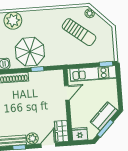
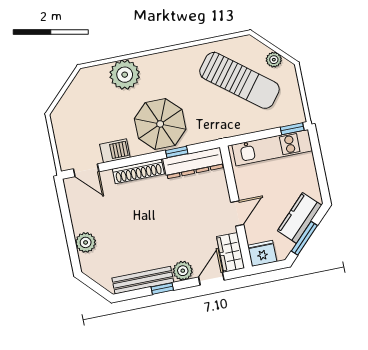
plant: (90, 13) -> (274, 60), moved
sun lounger: (79, 32) -> (239, 80), width x1.36, depth x1.34
dresser: (46, 77) -> (193, 163), added
door: (67, 93) -> (237, 213), moved

